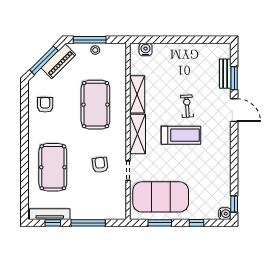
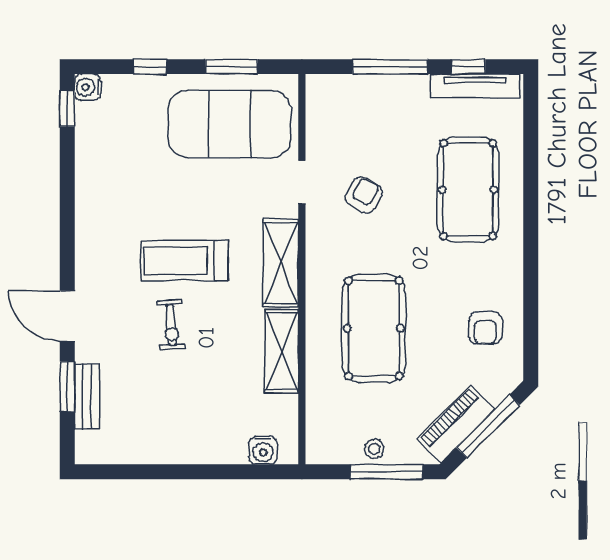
armchair: (100, 165) -> (364, 195), turned -142

